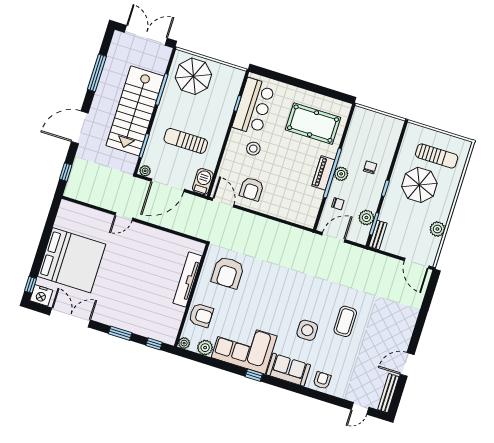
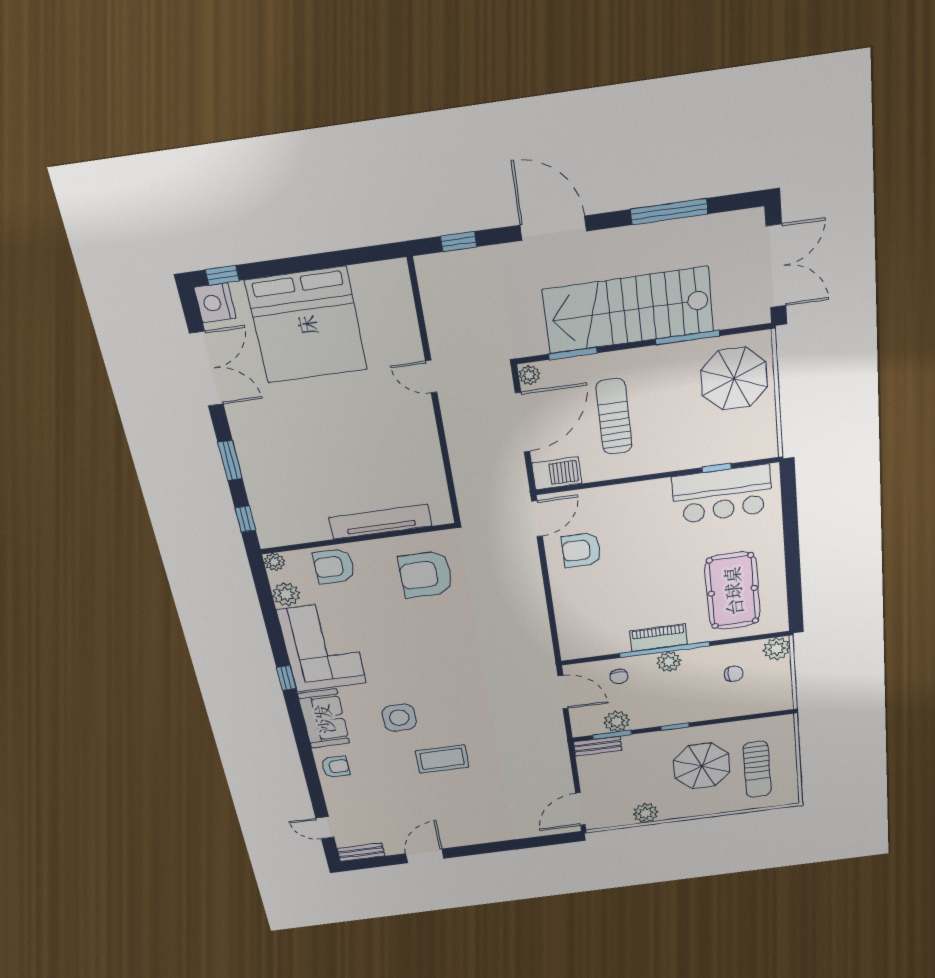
plant: (360, 115) -> (777, 649), added
stool: (253, 149) -> (650, 524), removed
chair: (370, 167) -> (734, 674), moved
door: (168, 185) -> (523, 422), swing flipped
armchair: (201, 315) -> (334, 566), turned 90
door: (407, 364) -> (425, 856), hinge flipped
bench: (388, 393) -> (361, 852), width x0.73

